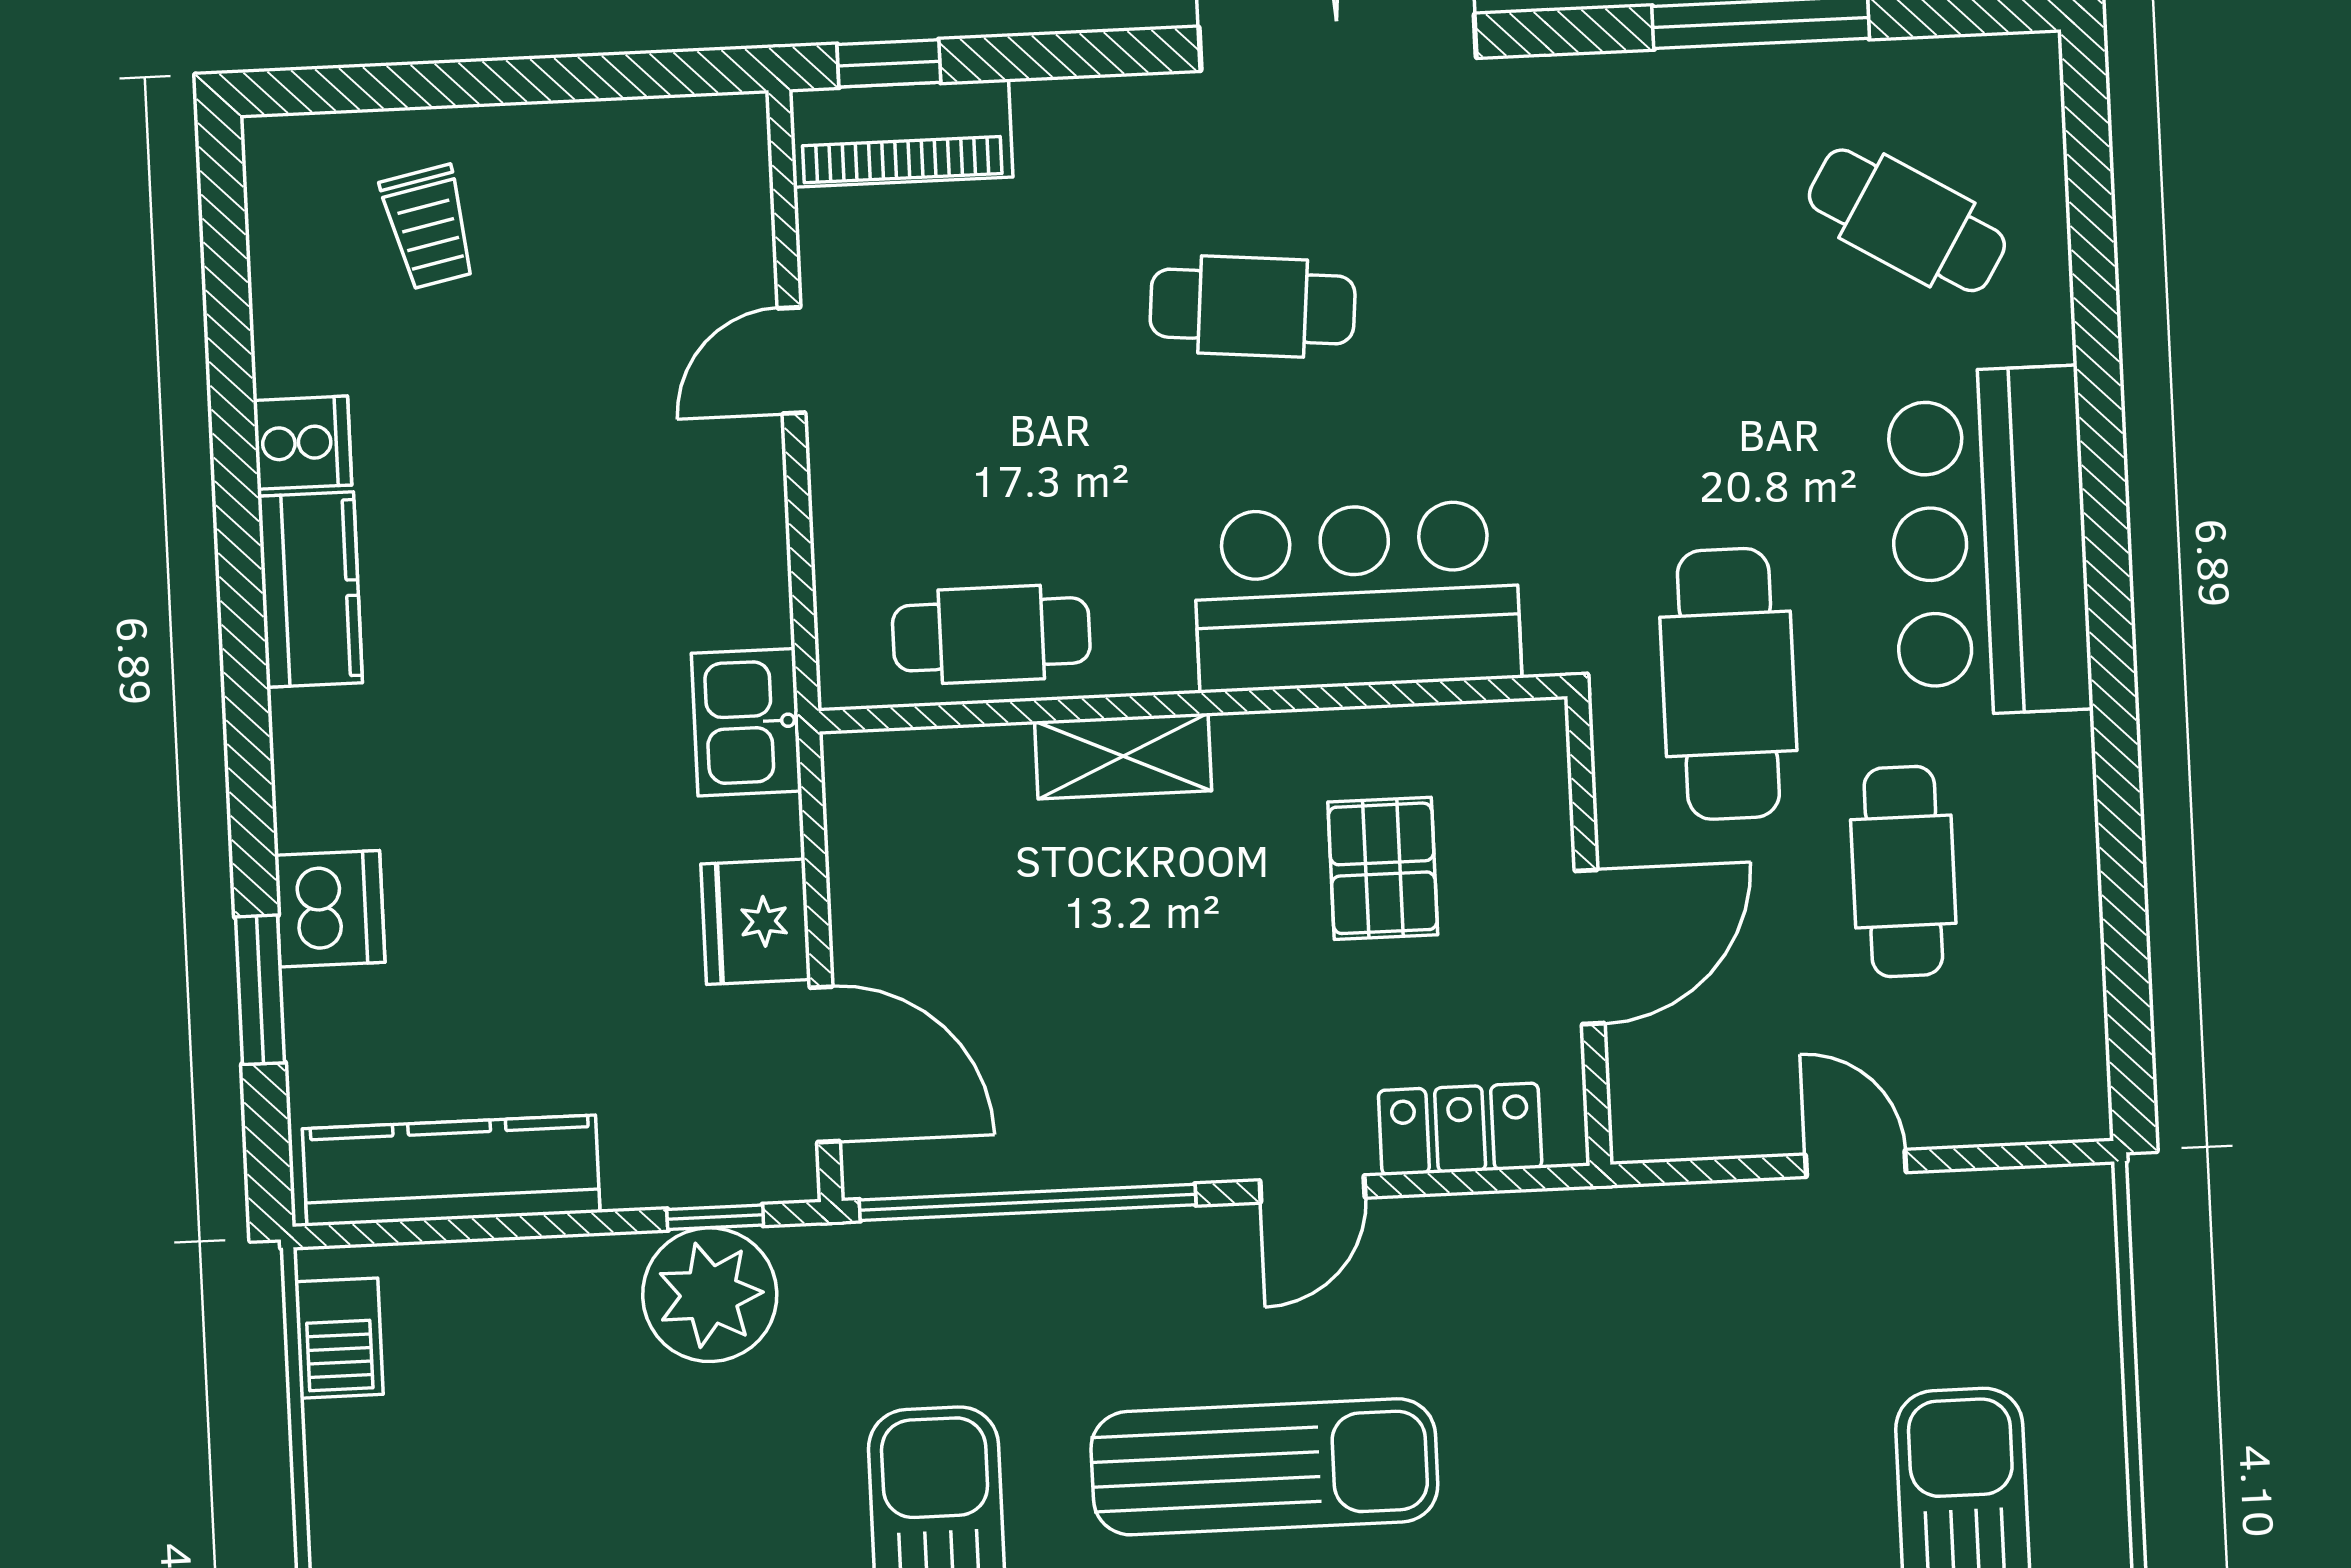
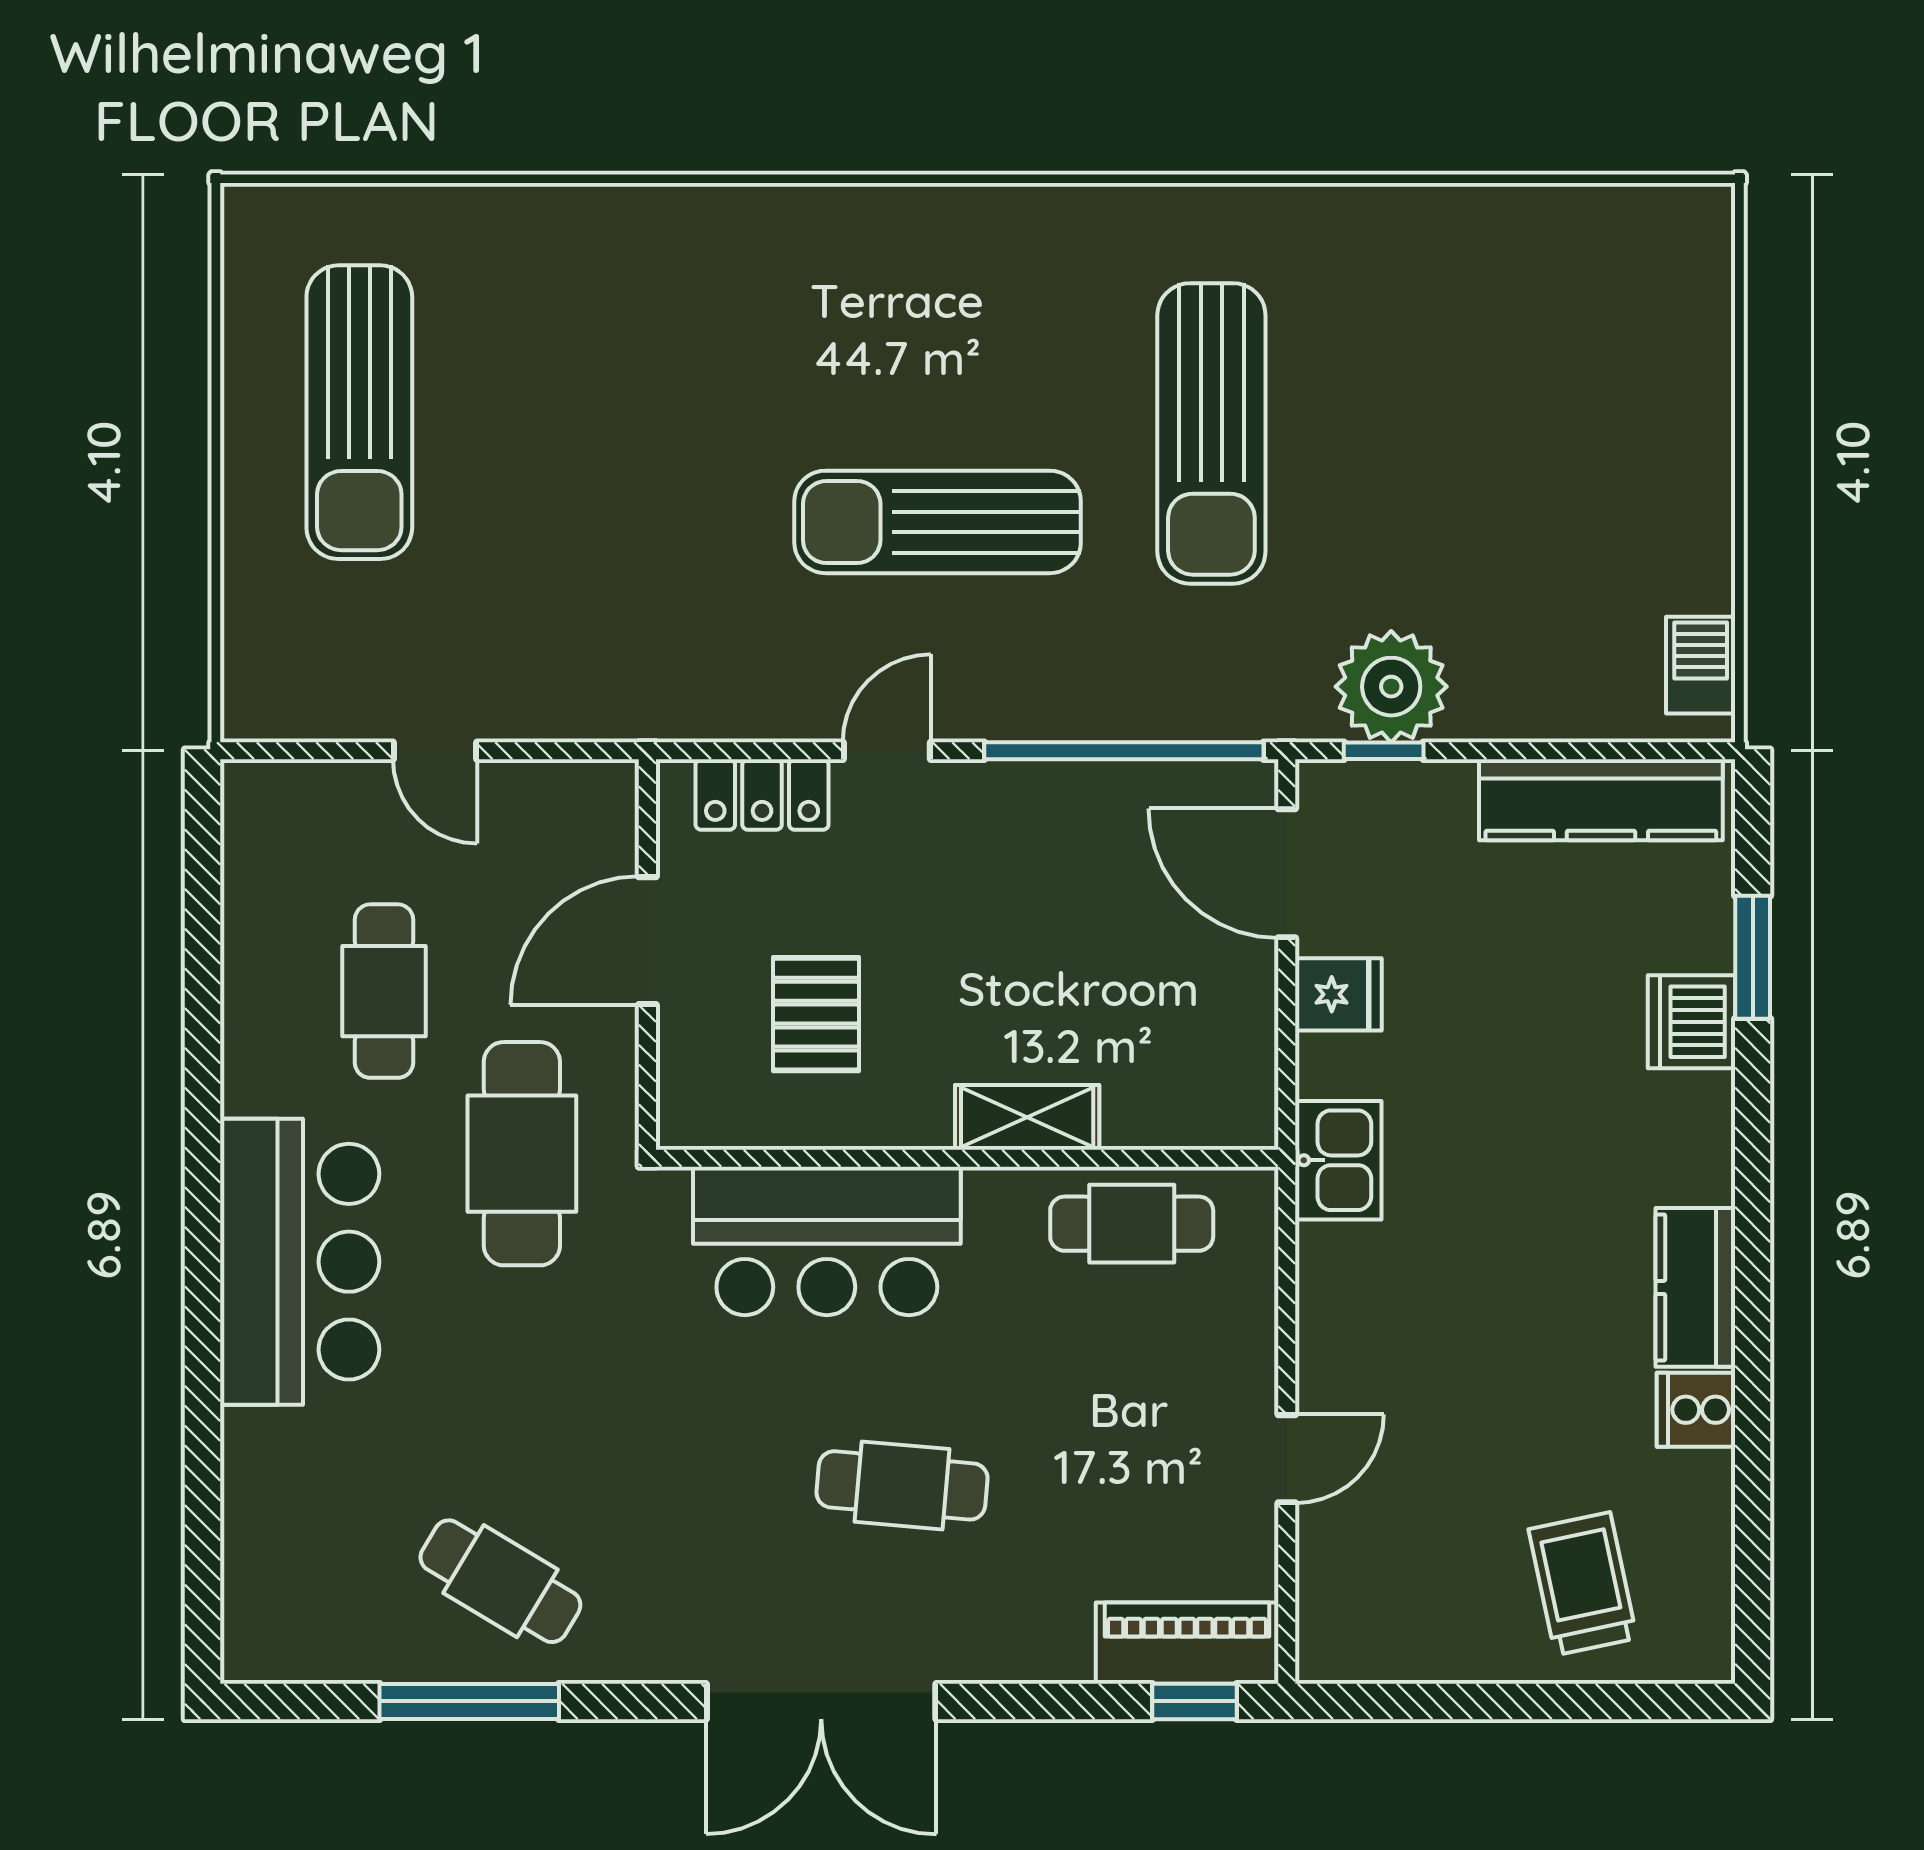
cafe table: (1907, 220) -> (500, 1581), moved
trolley: (429, 227) -> (1583, 1584), width x1.36, depth x1.39
fridge: (756, 922) -> (1338, 994), width x0.72

